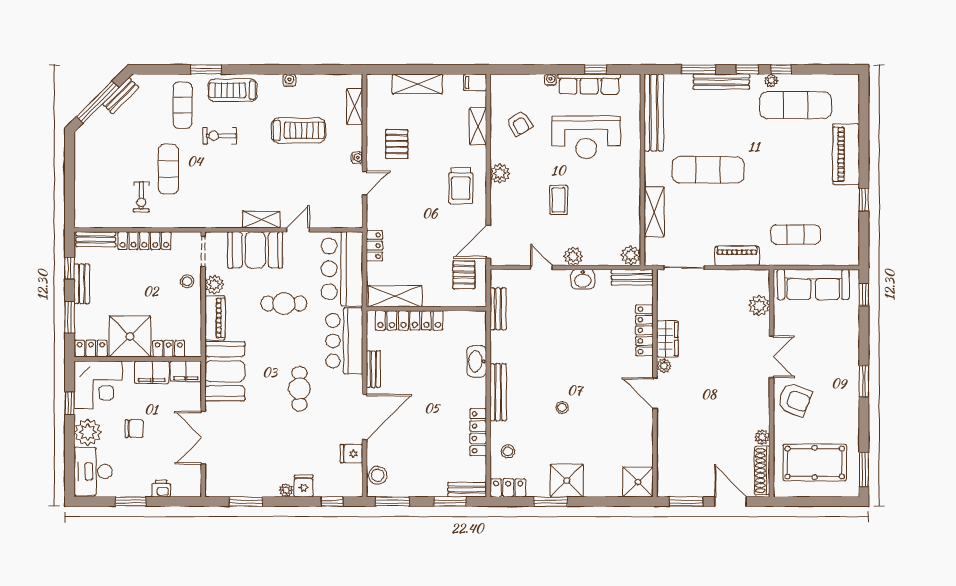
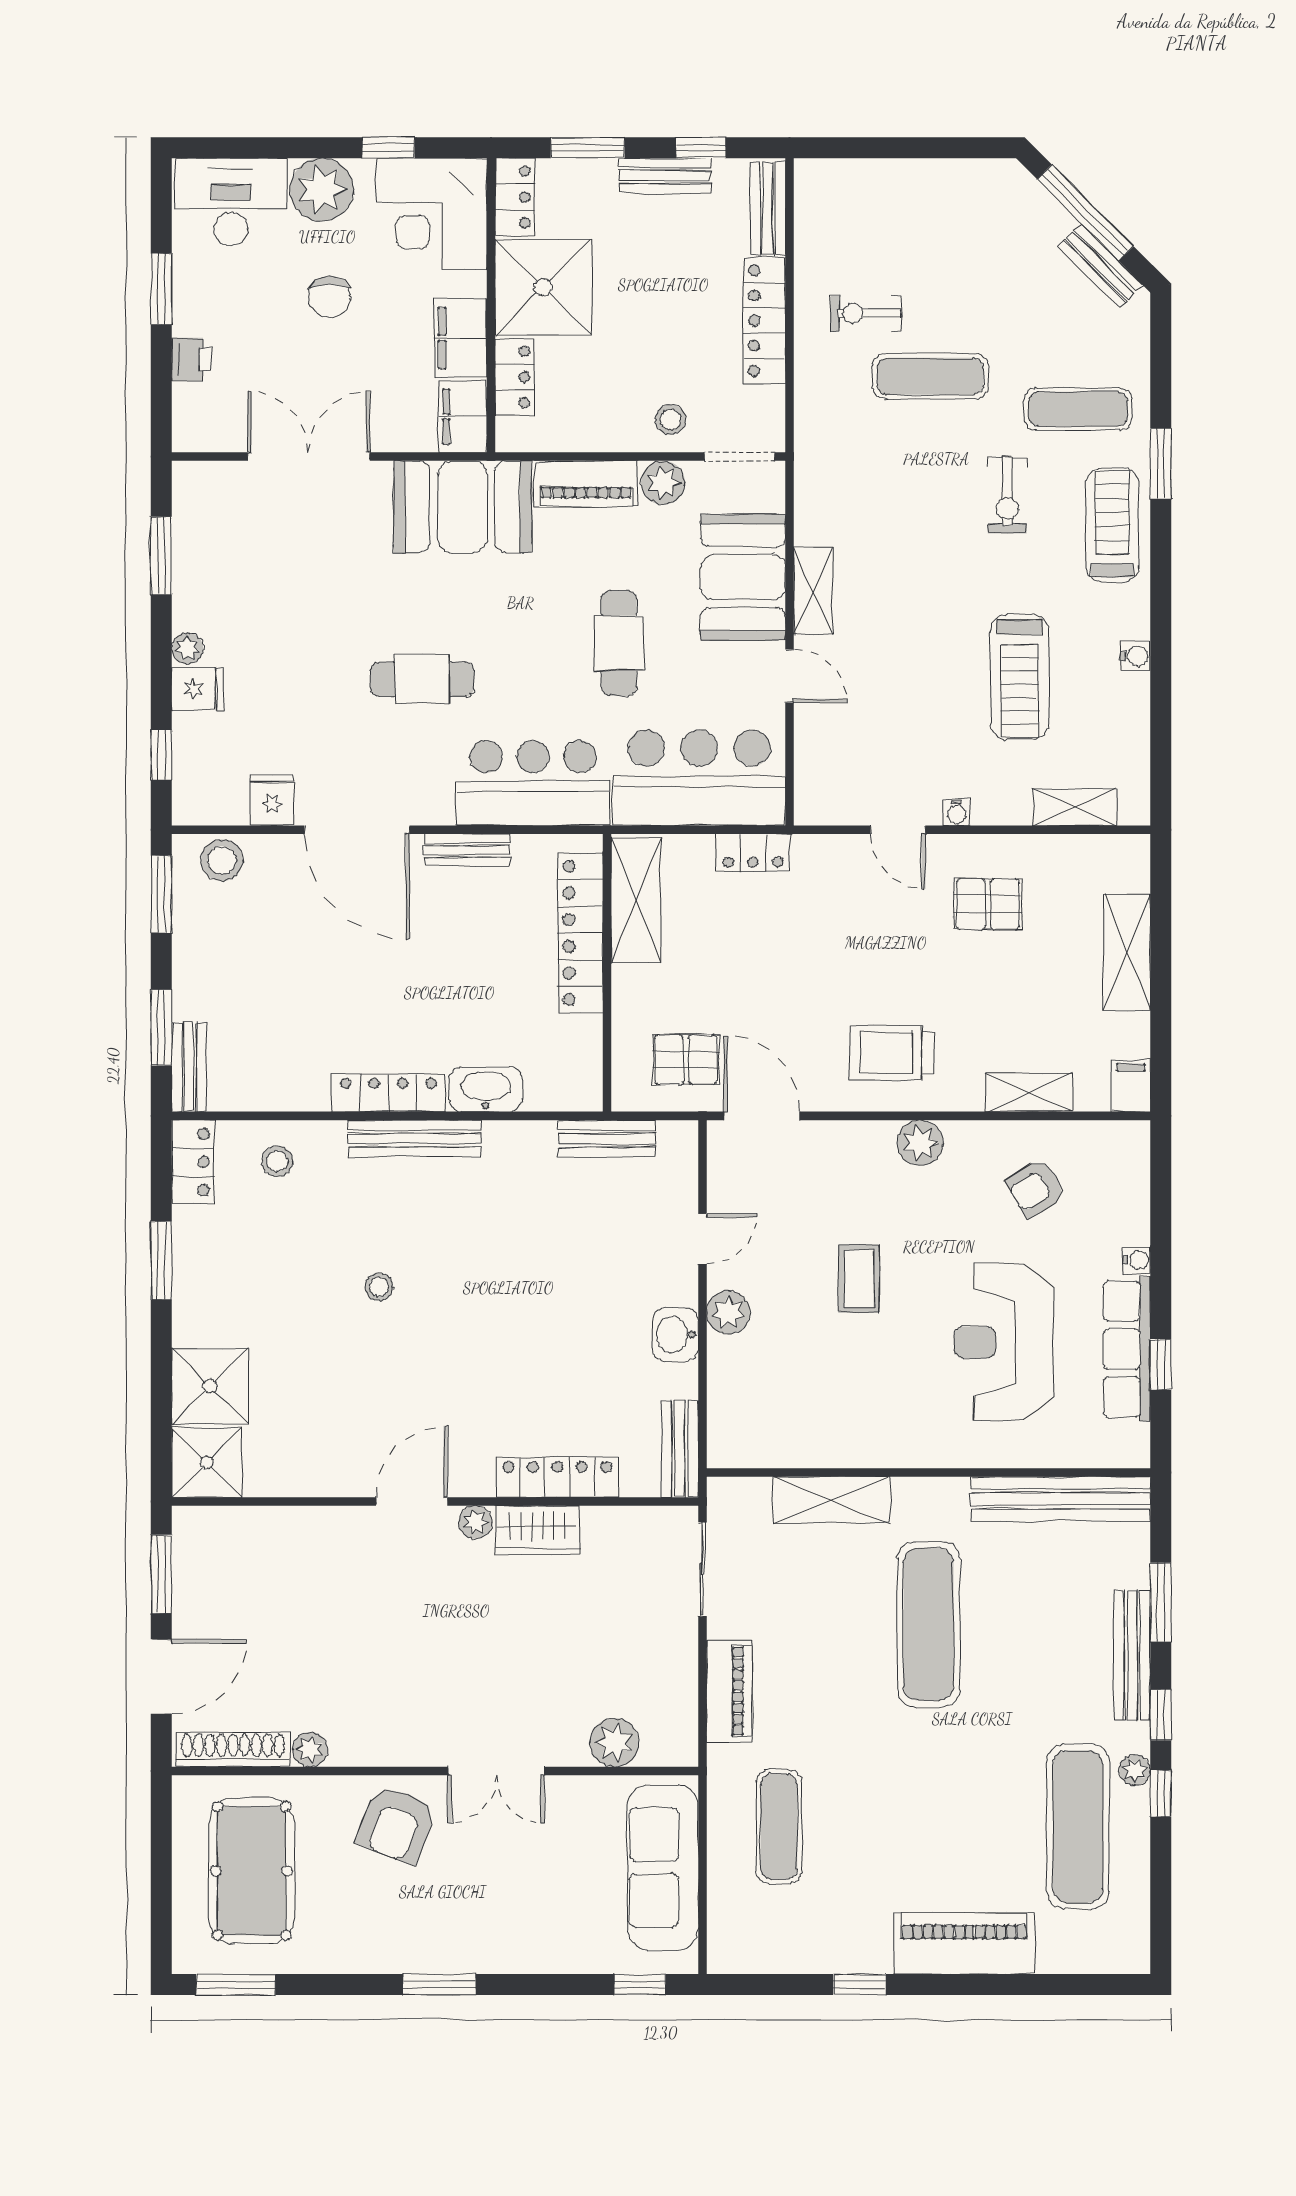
exercise bike: (220, 136) -> (1007, 495), turned 180
coffee table: (559, 200) -> (859, 1279), turned 90
plant: (631, 255) -> (731, 1446), removed
locker: (478, 432) -> (388, 1093), moved
shower: (567, 481) -> (210, 1386), moved

